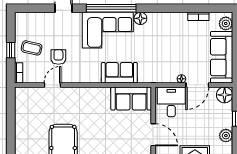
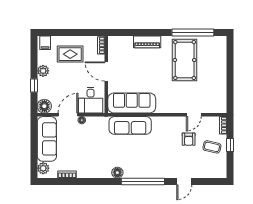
corner sofa: (108, 30) -> (146, 162), removed
sofa: (119, 73) -> (130, 125), width x1.36
sofa: (131, 99) -> (132, 103), width x1.36

